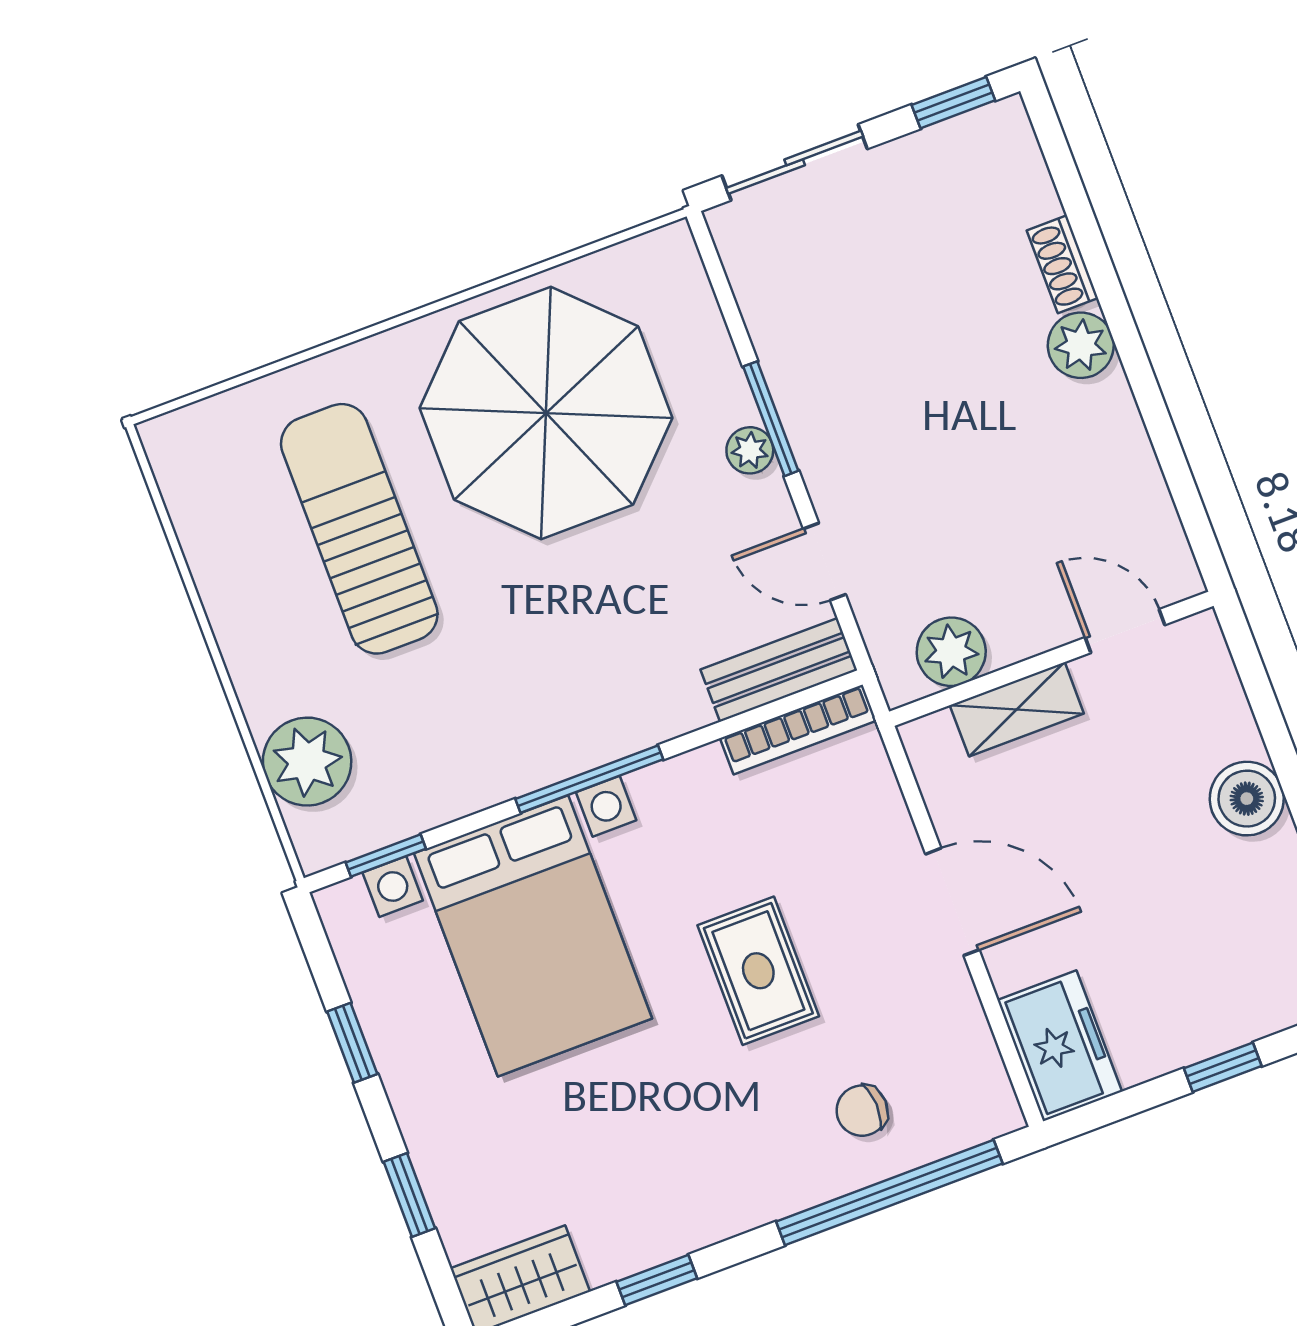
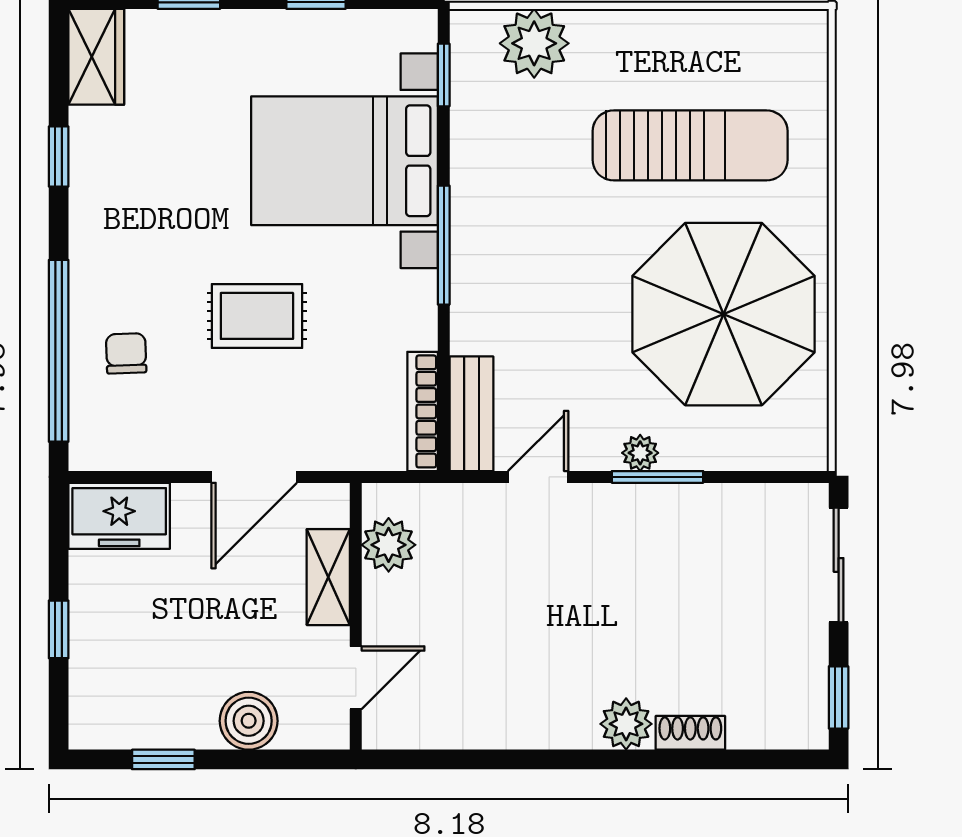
door: (1125, 631) -> (356, 678), moved
plant: (951, 652) -> (389, 545), moved
wall: (1051, 659) -> (356, 616), moved
shelving: (1017, 709) -> (328, 577), moved

